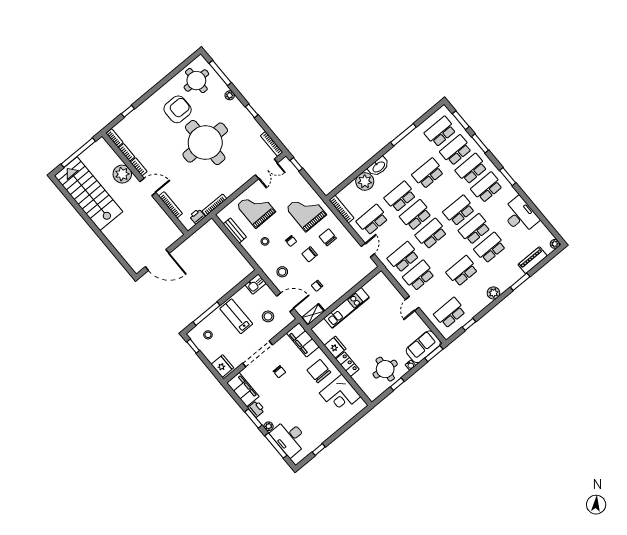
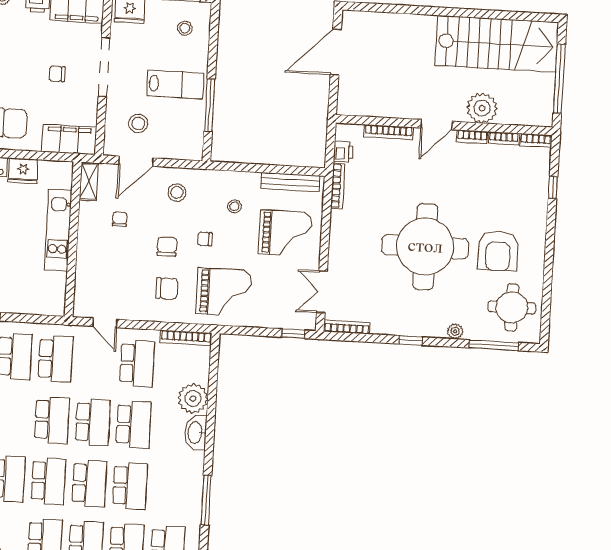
school desk: (443, 192) -> (89, 483), added
bench: (235, 231) -> (290, 182), width x1.36
kitchen sink: (256, 284) -> (193, 146), removed
window: (207, 314) -> (210, 105), moved

